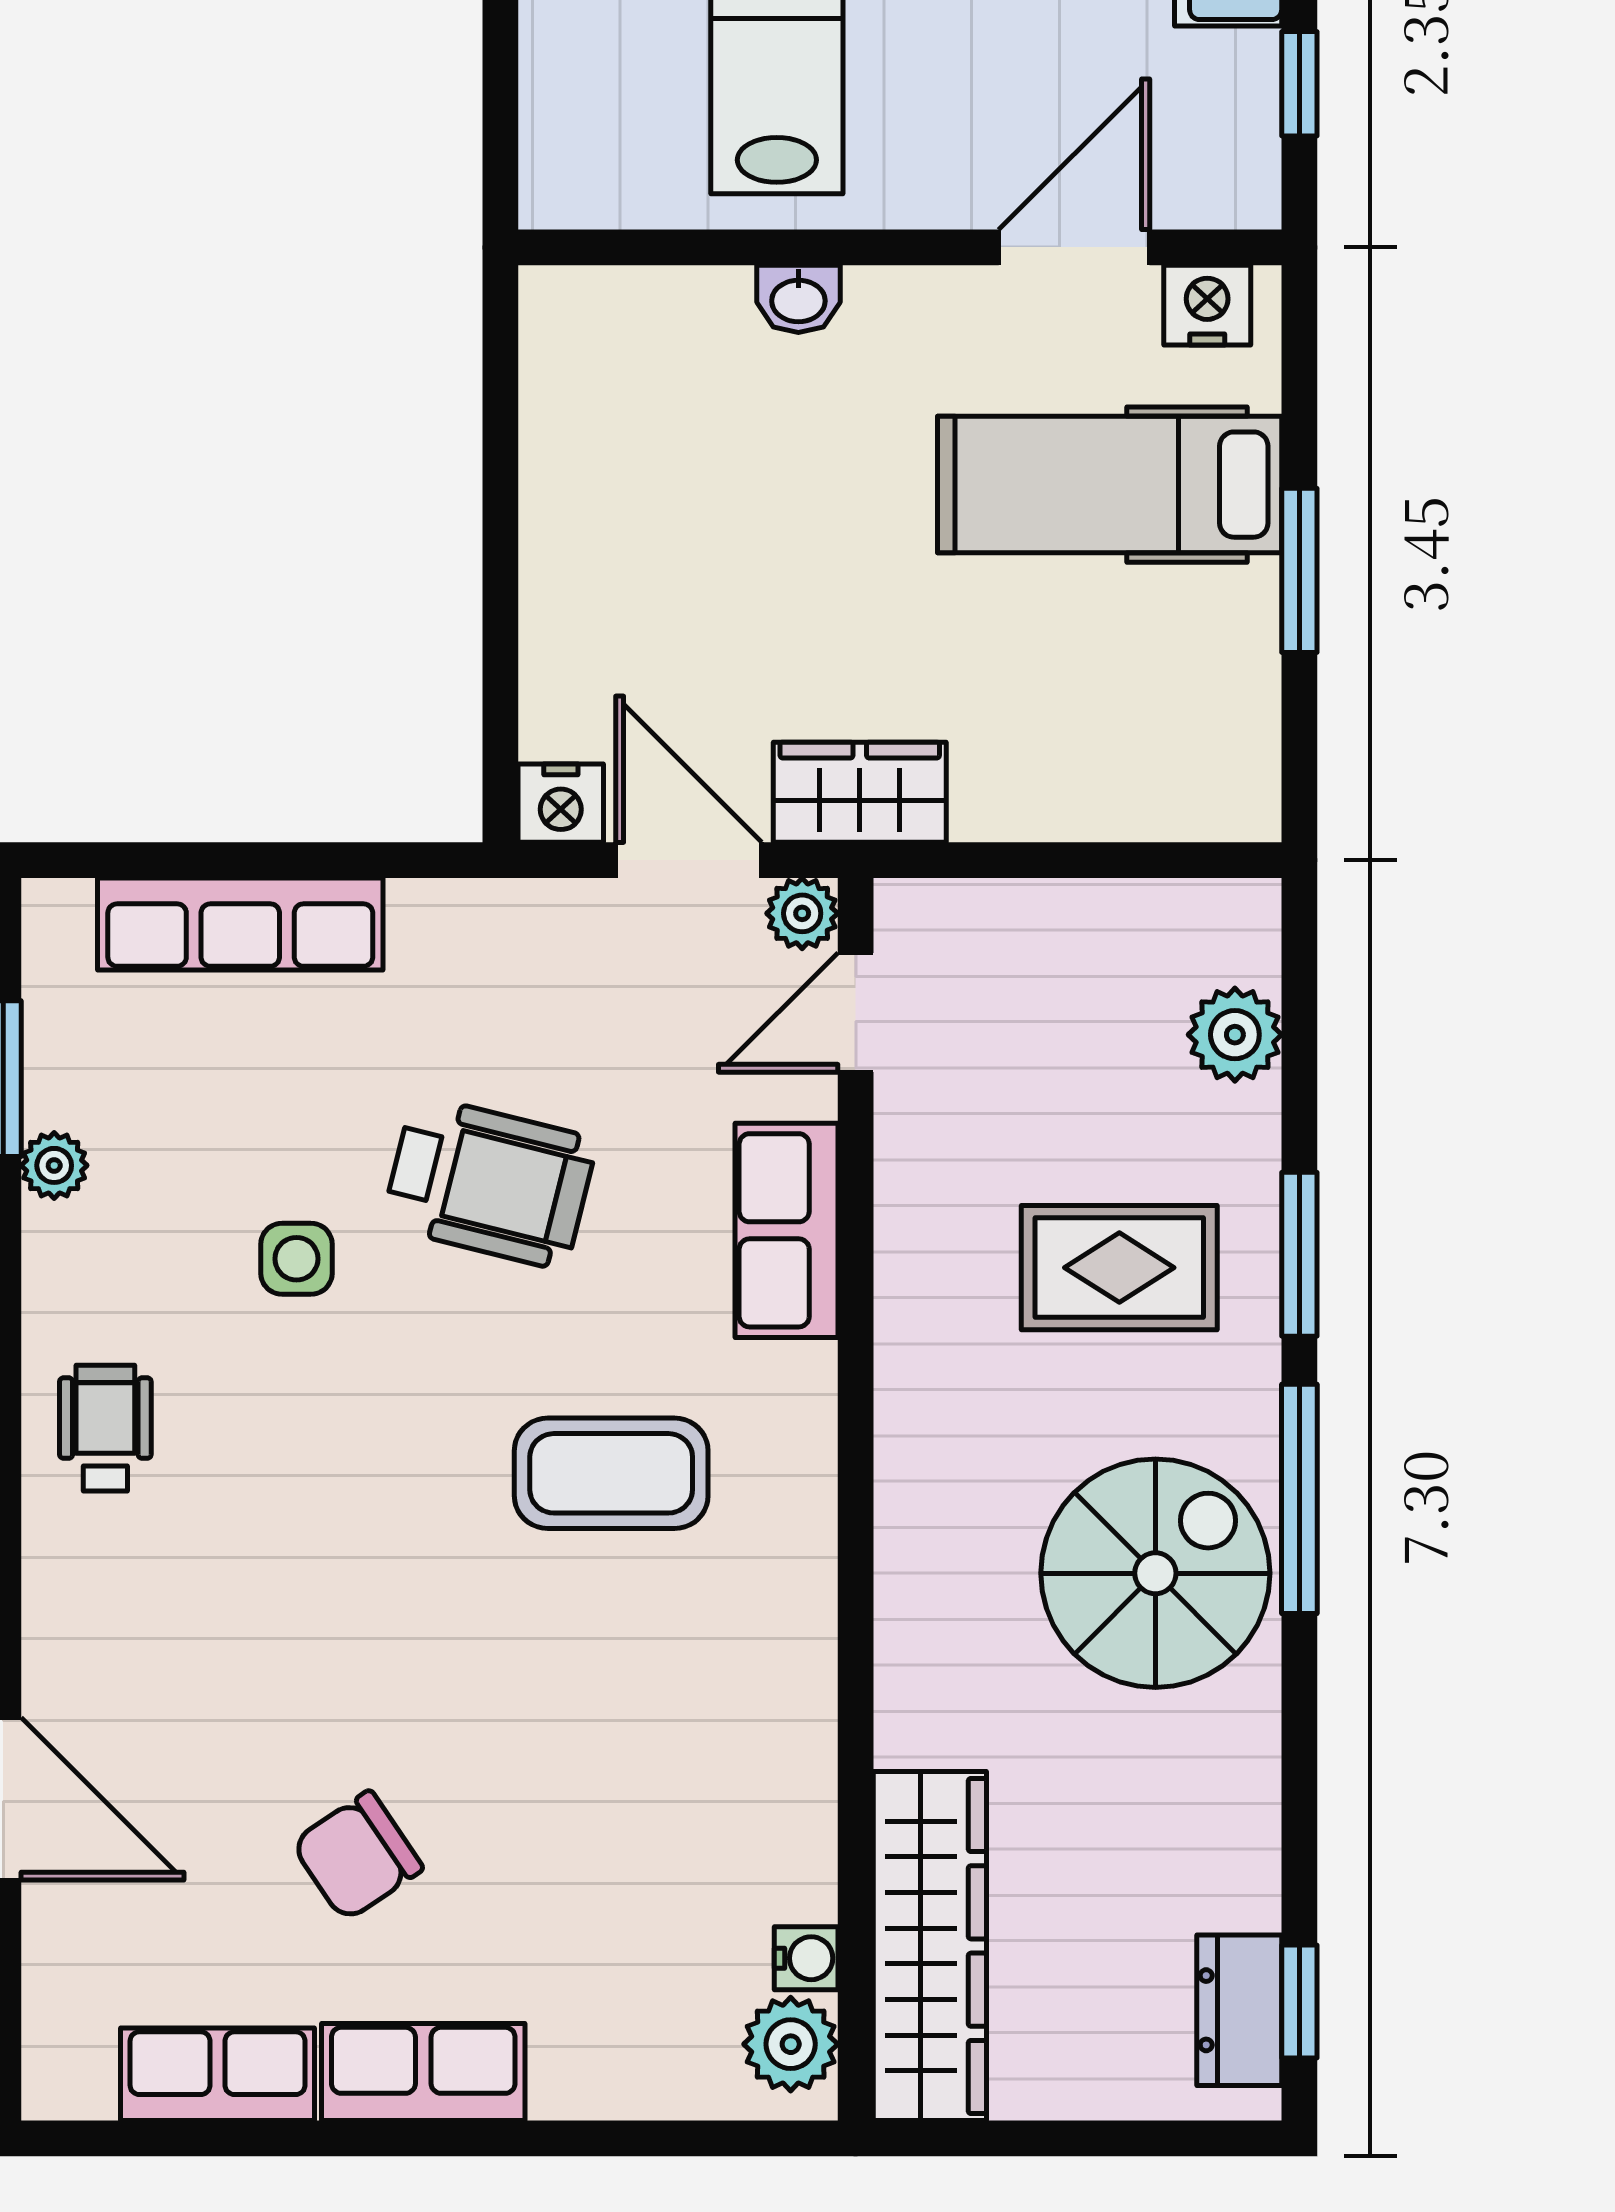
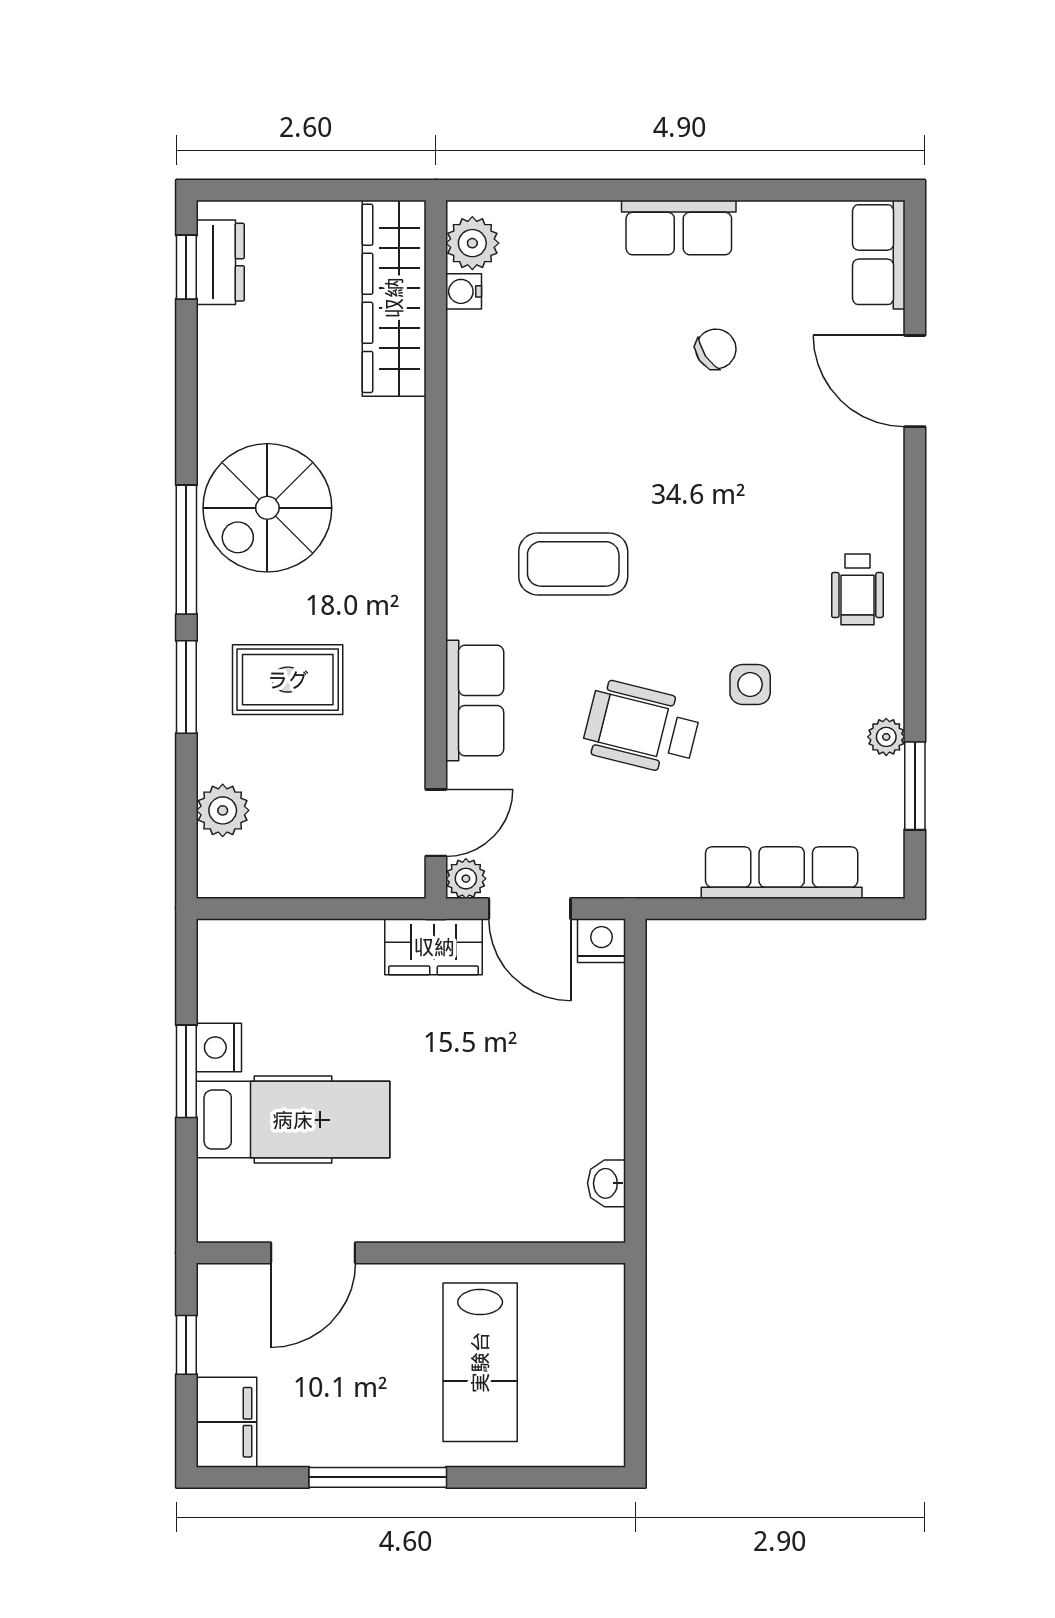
washbasin: (798, 299) -> (607, 1183), moved, turned -90
nightstand: (1207, 305) -> (219, 1048), moved, turned 90
chair: (357, 1856) -> (716, 349), width x0.73, depth x0.73
row of seats: (218, 2074) -> (879, 255), moved, turned 90

